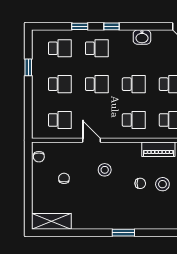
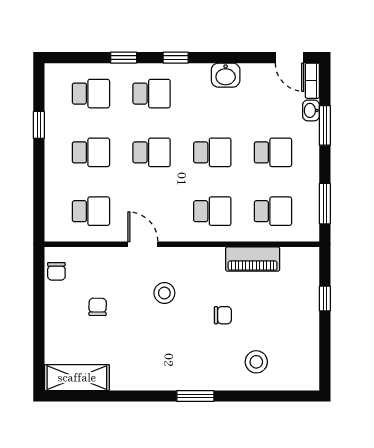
stool: (162, 184) -> (256, 362), moved

